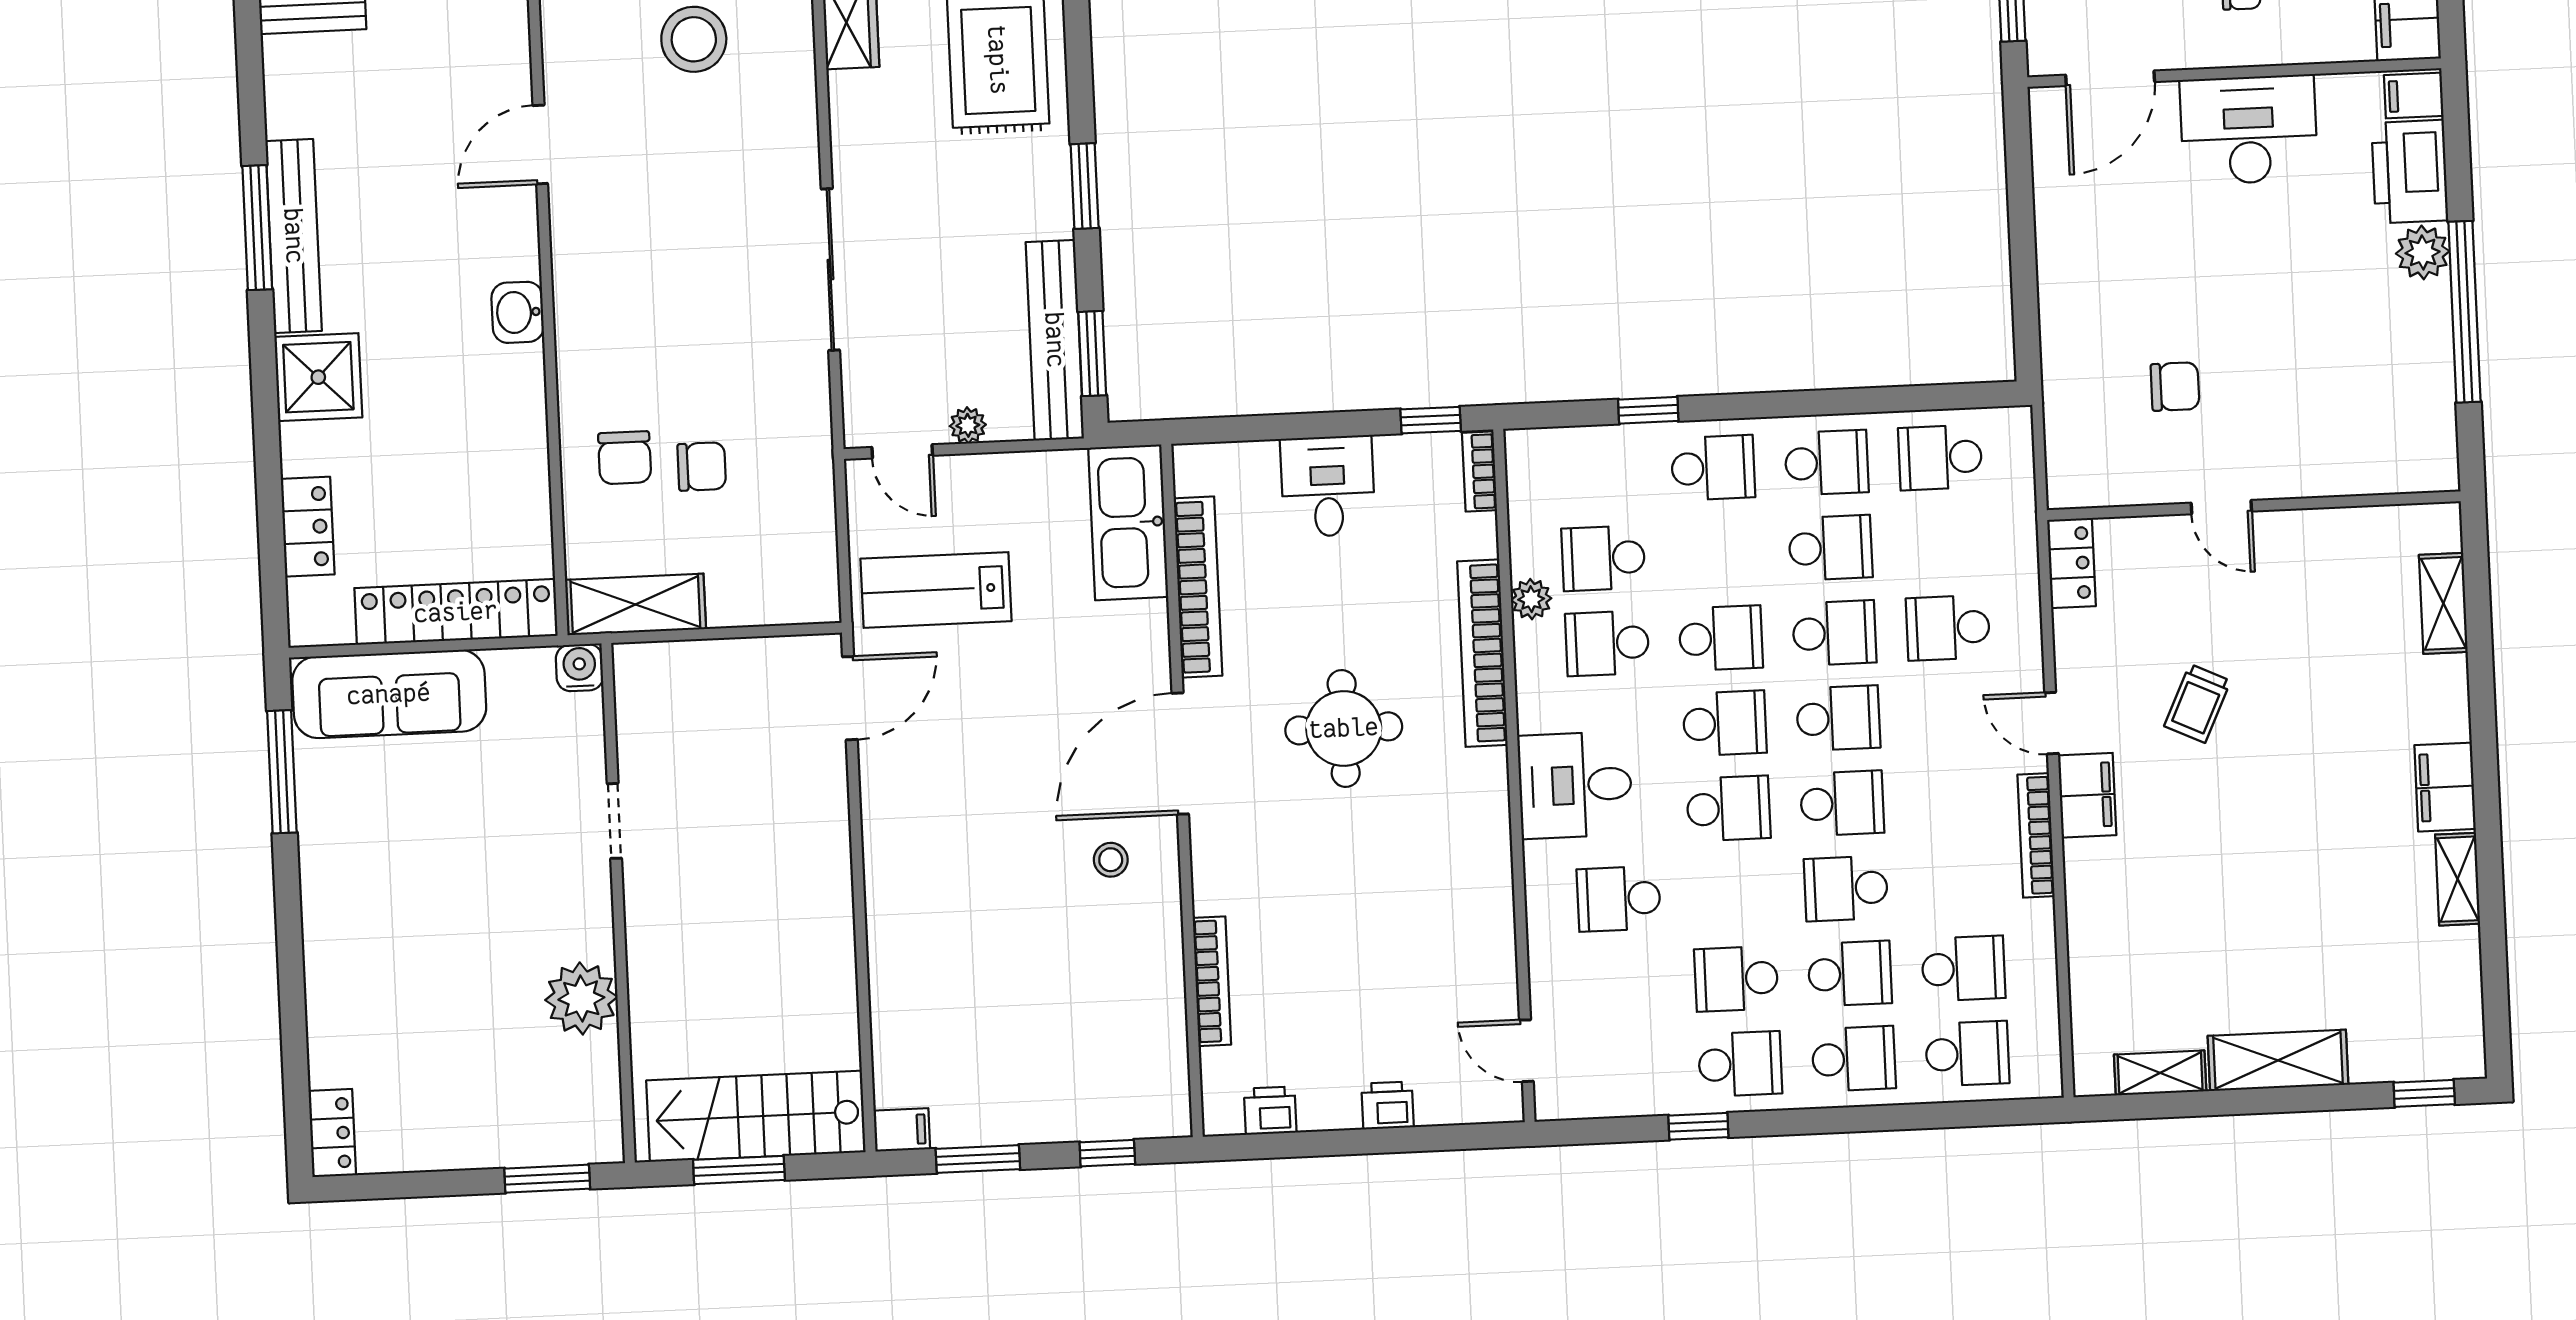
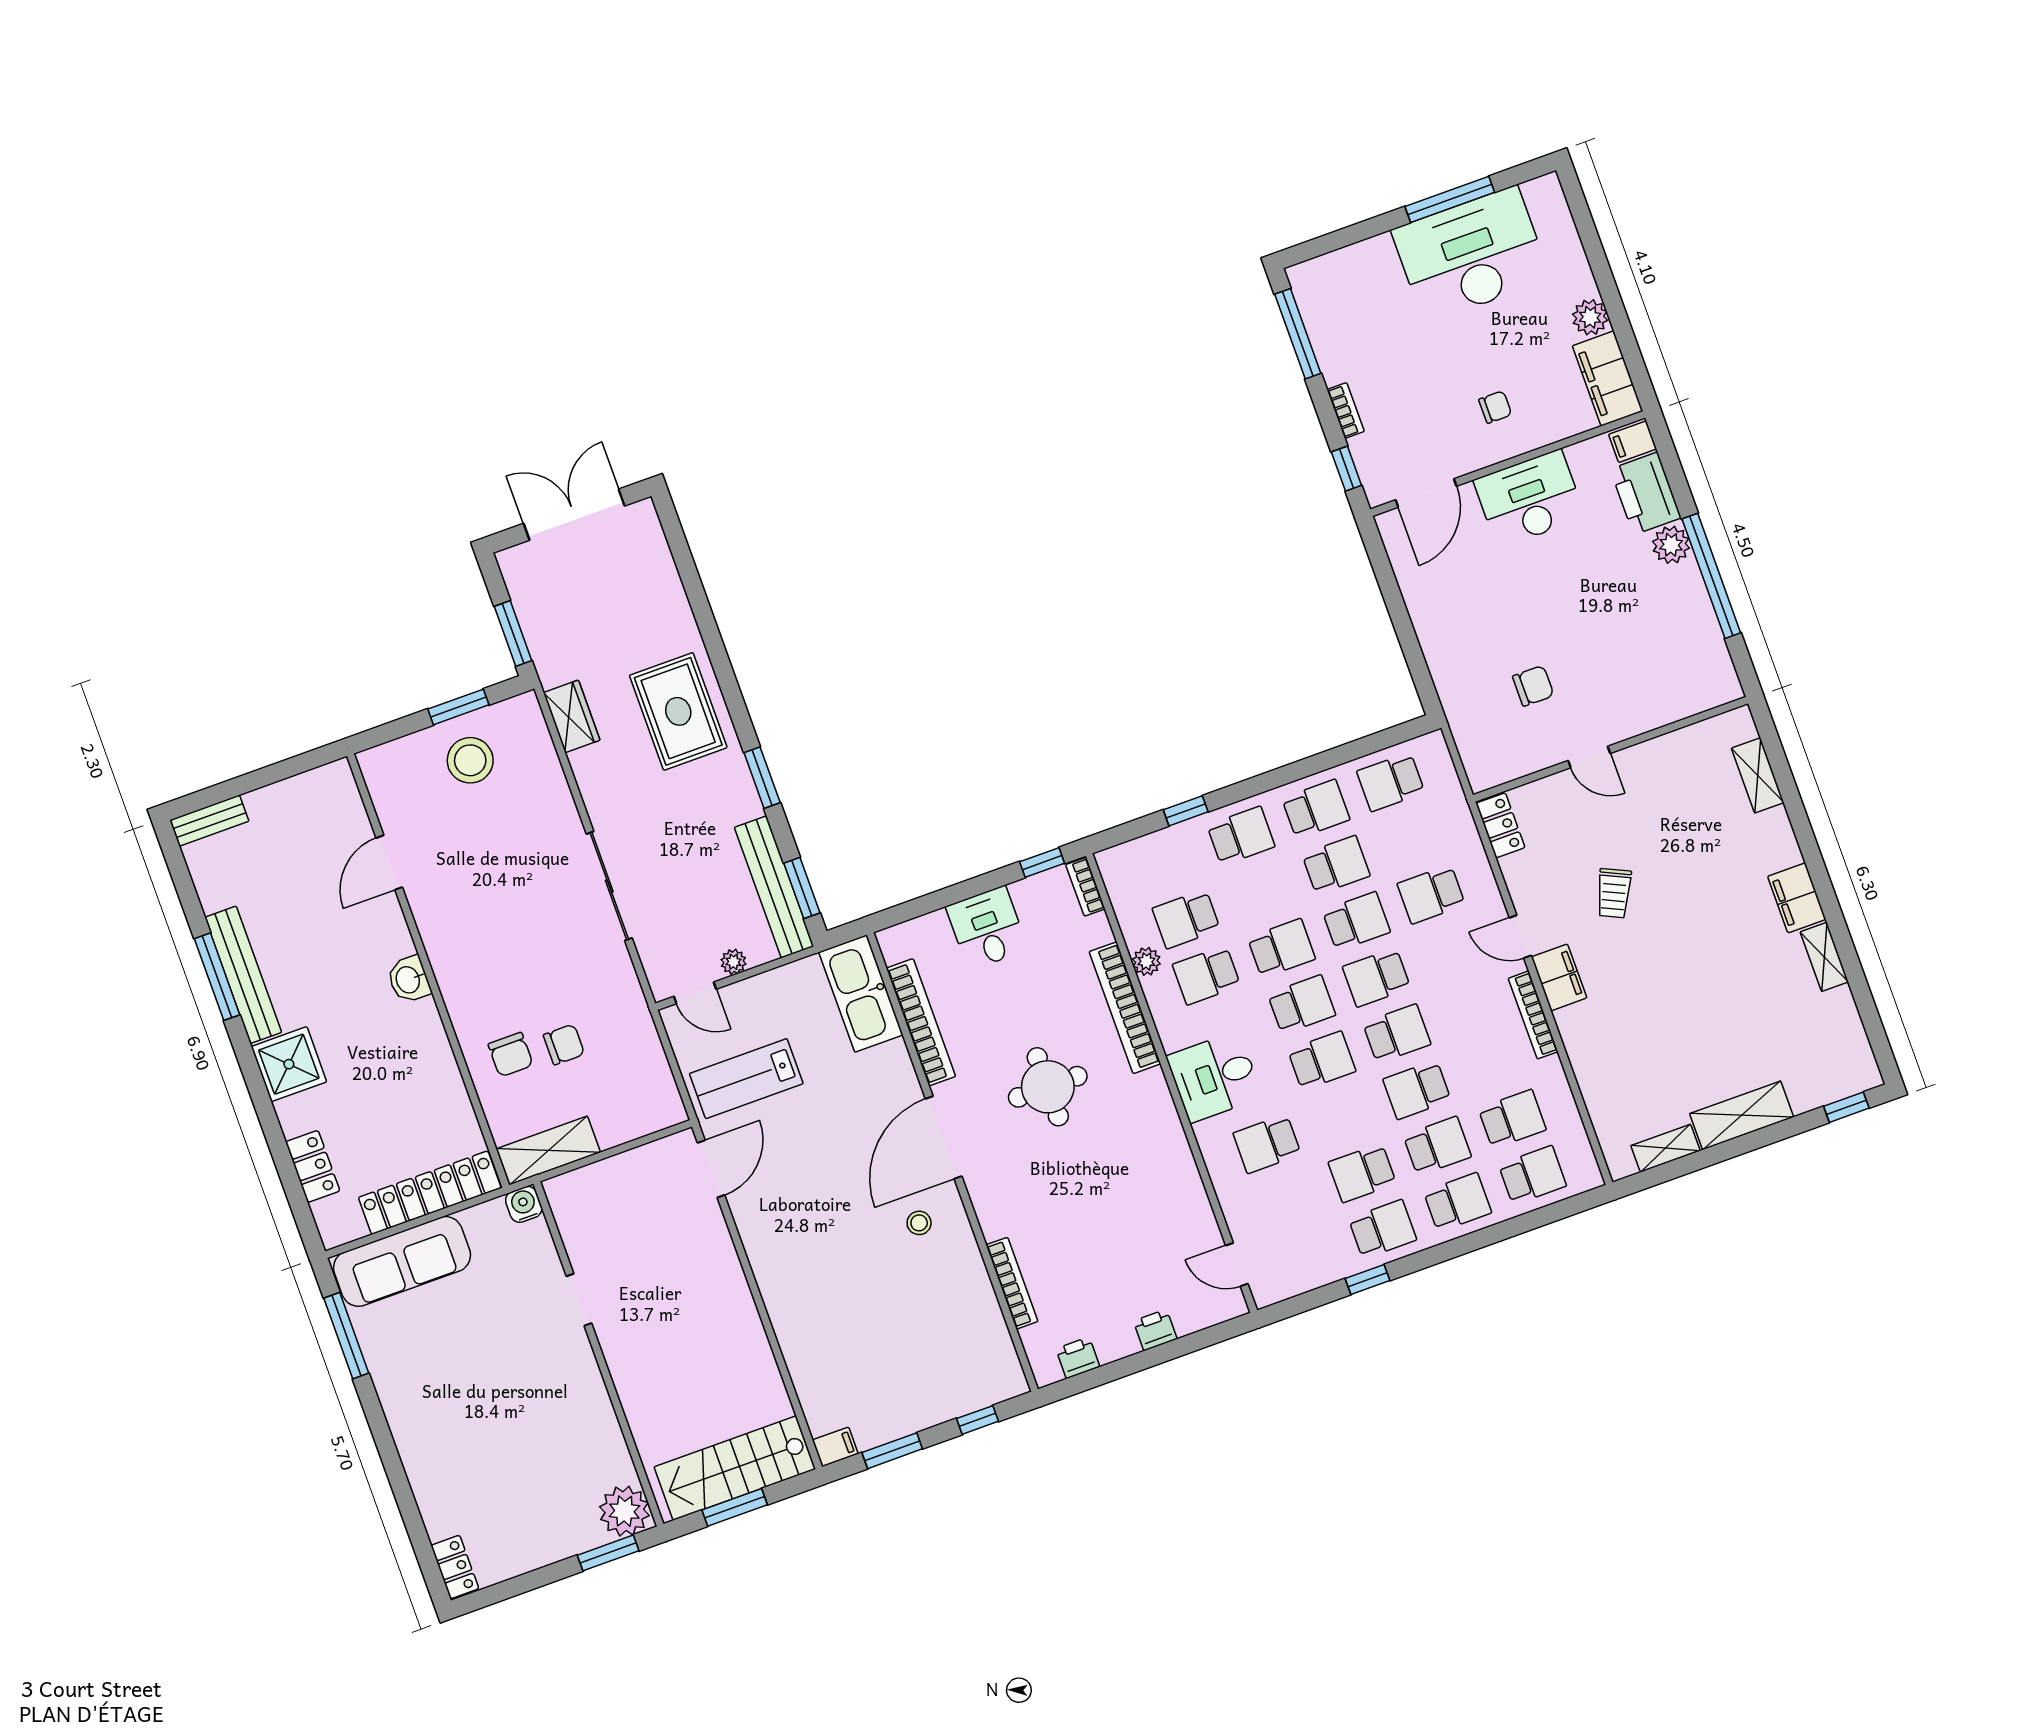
school desk: (1838, 718) -> (1377, 977), turned 180
plant: (581, 998) -> (624, 1511), moved

